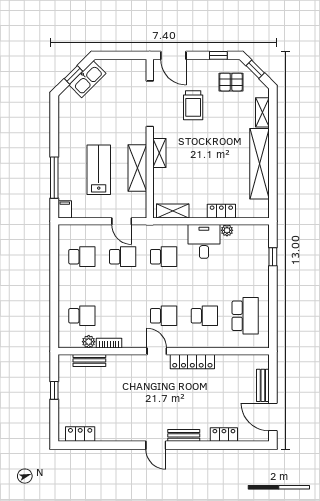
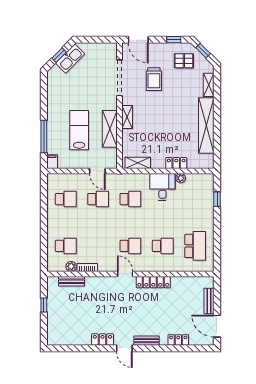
locker: (80, 434) -> (102, 340), moved

